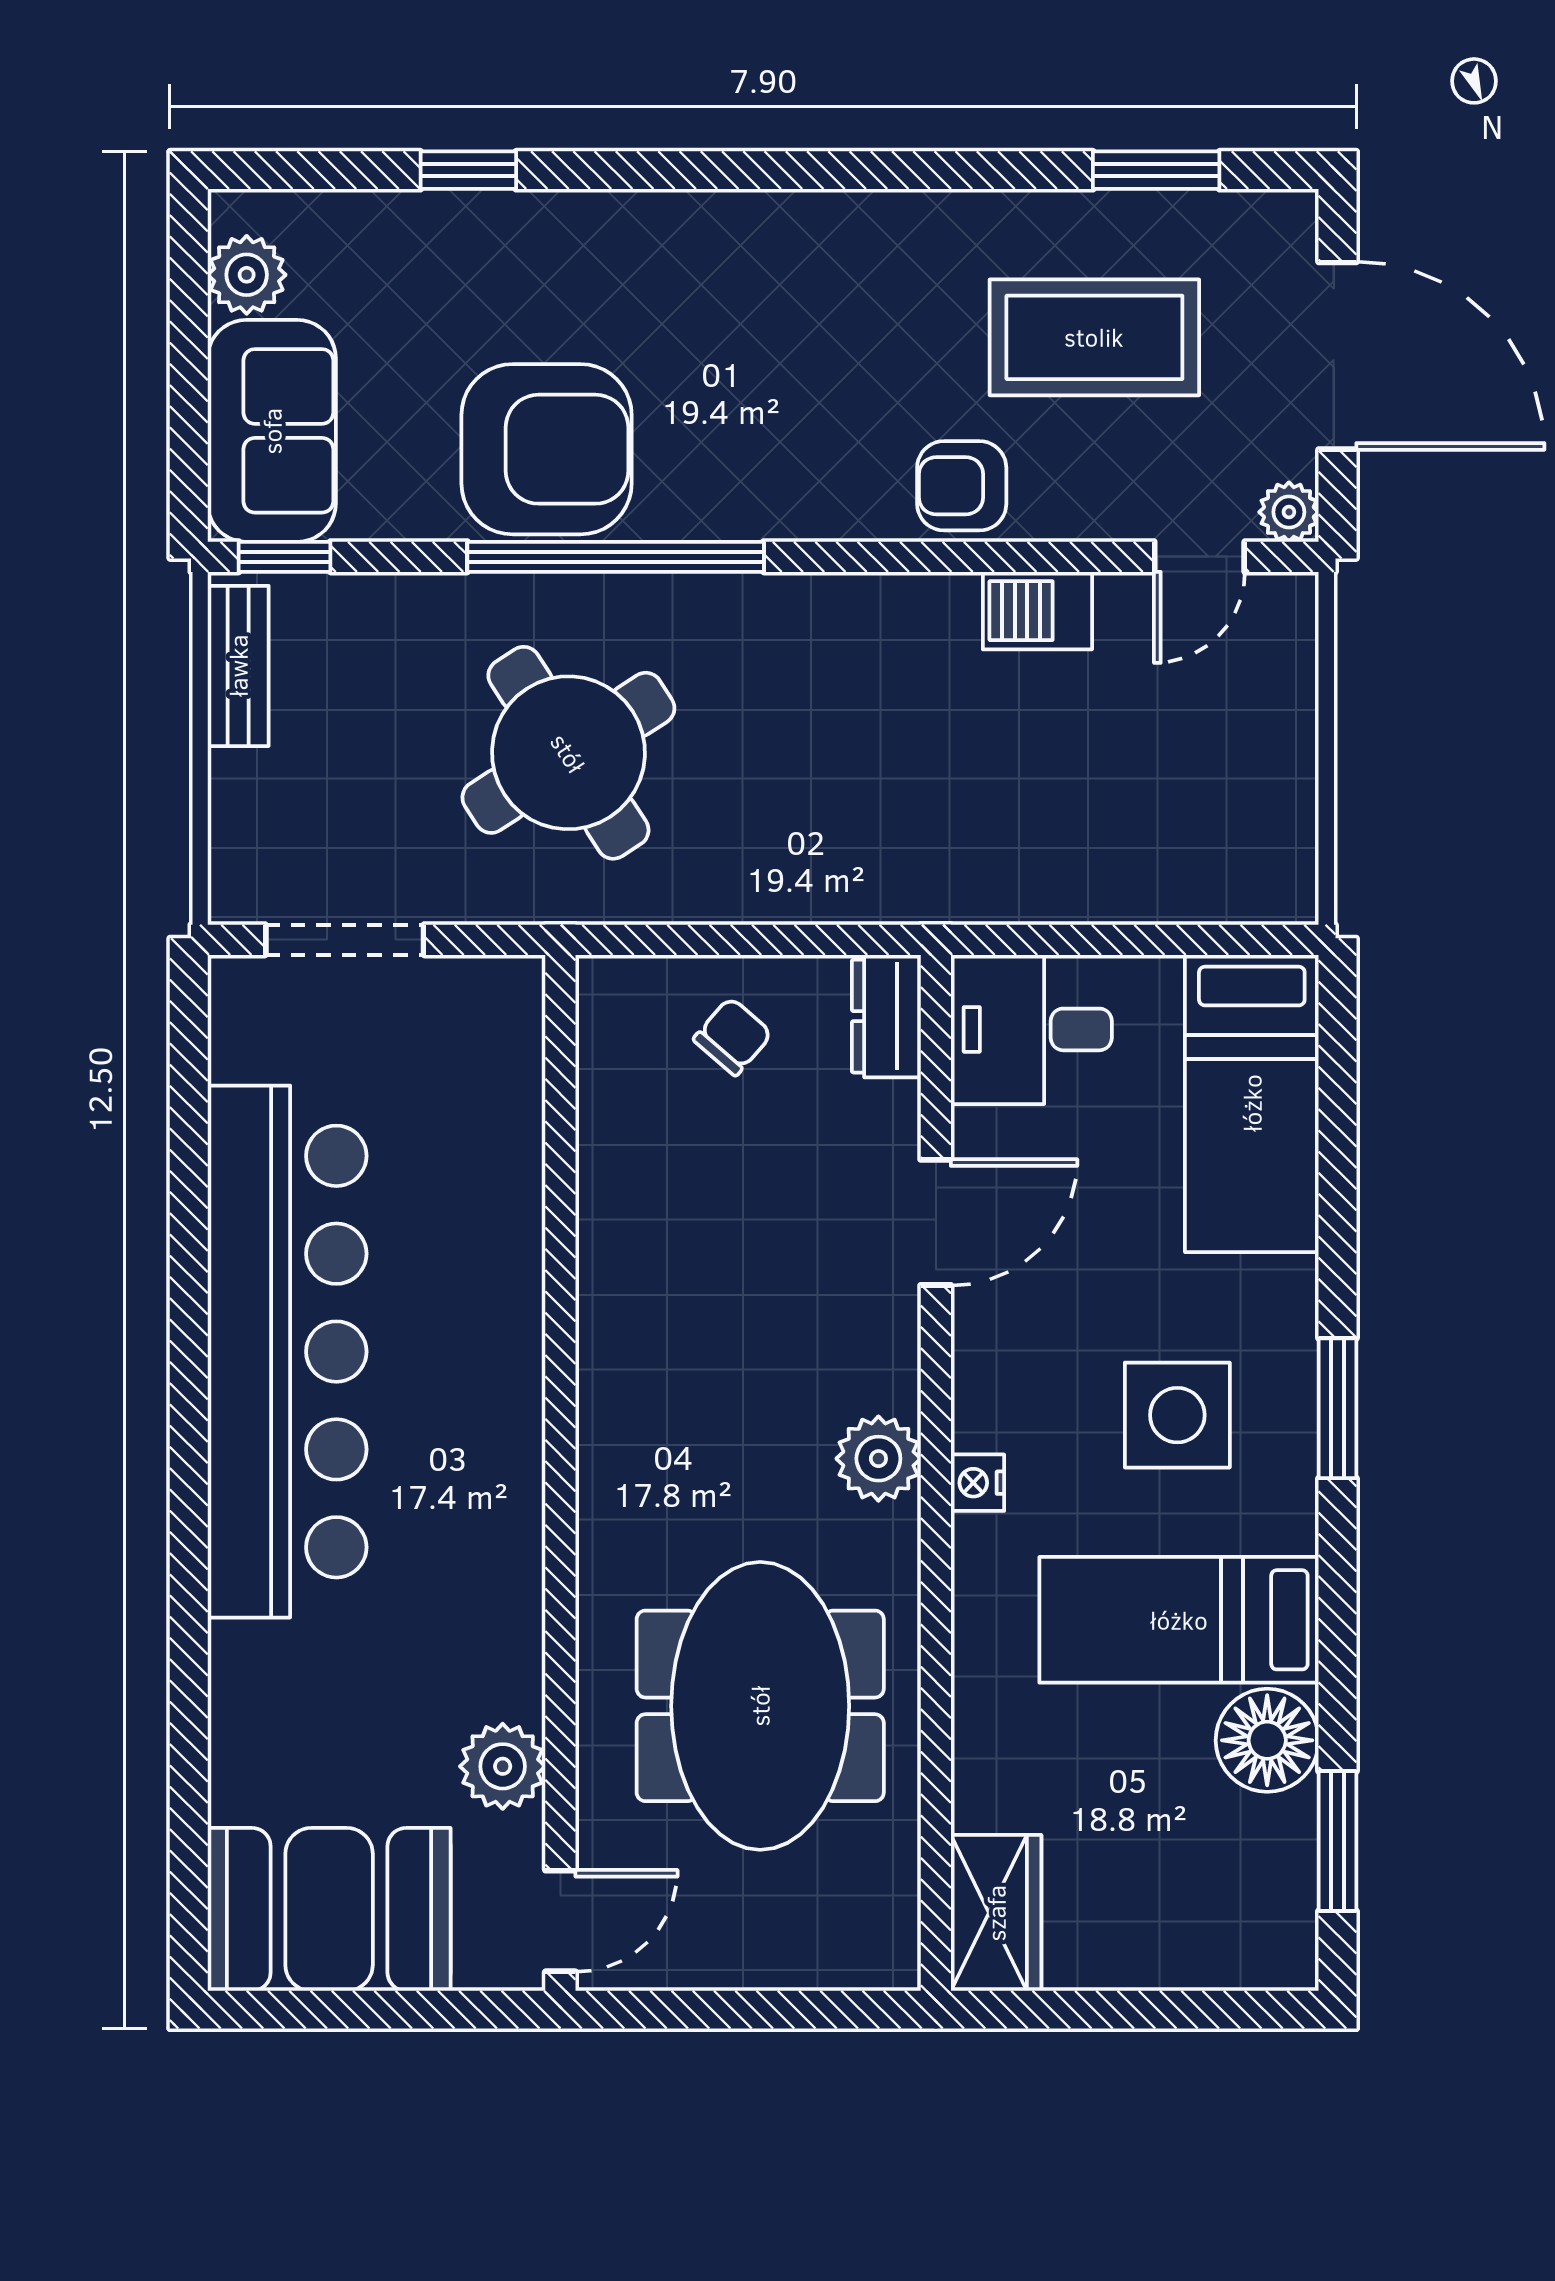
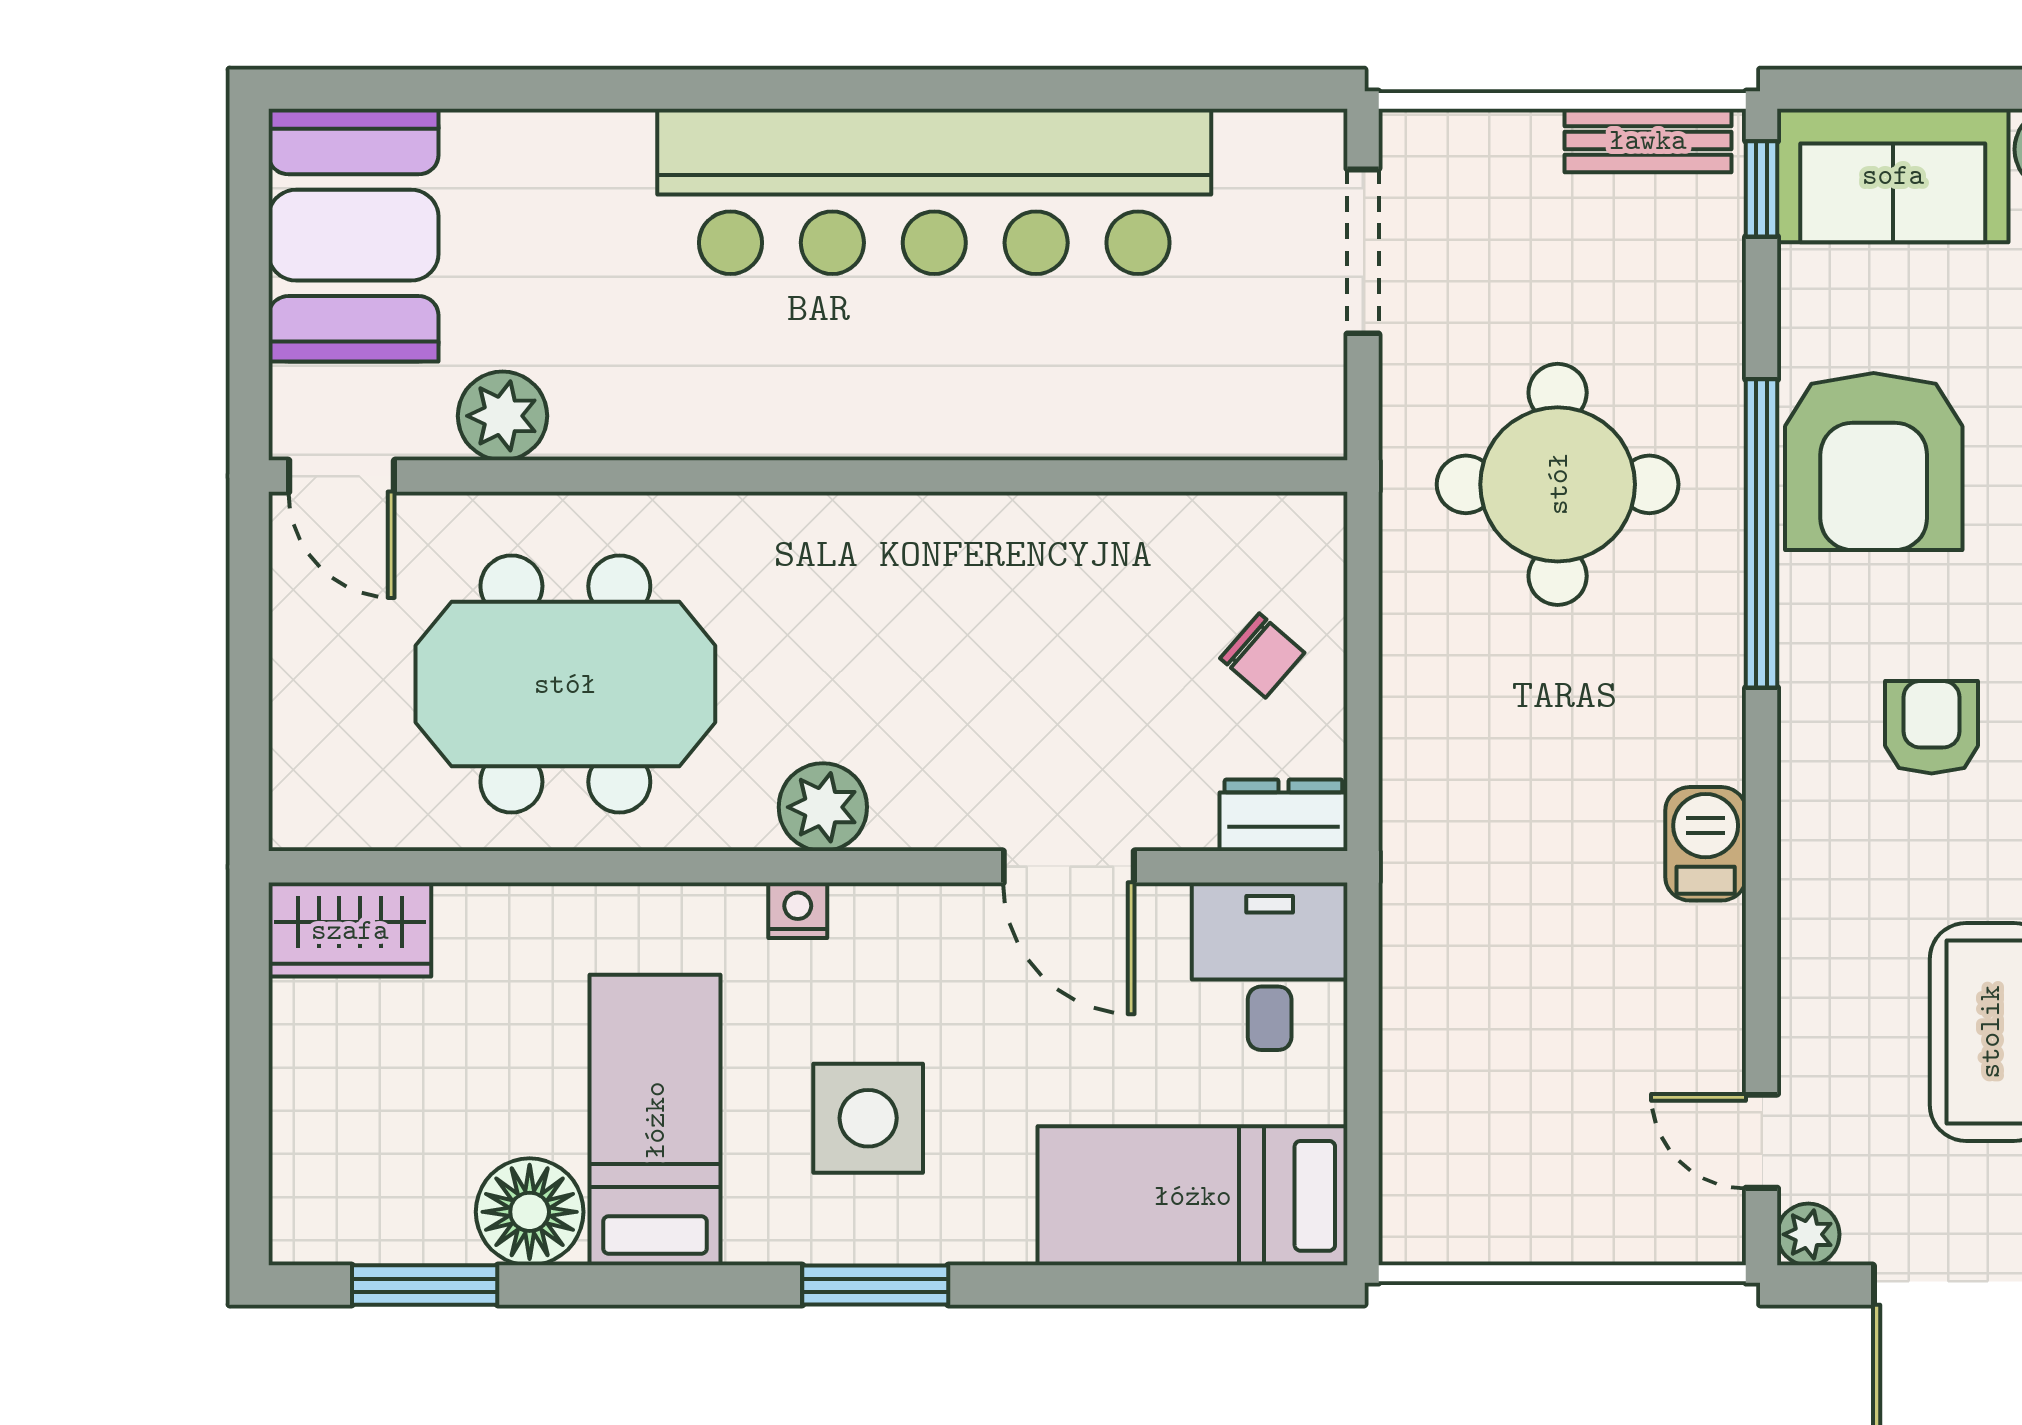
armchair: (962, 486) -> (1932, 727), moved
barbecue: (1037, 611) -> (1706, 844), moved
round table: (568, 753) -> (1558, 484), turned 33

